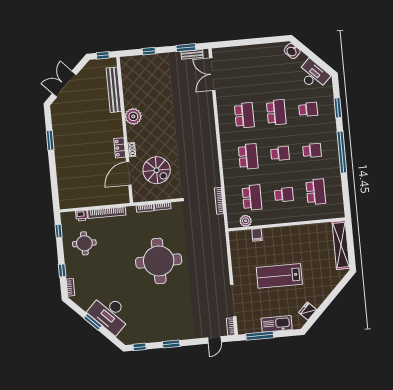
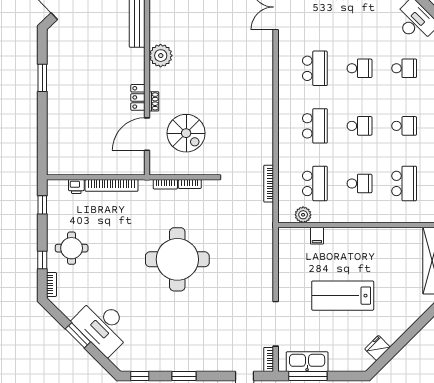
school desk: (276, 112) -> (359, 68), width x0.54
round table: (84, 243) -> (72, 248), moved
kitchen sink: (277, 324) -> (307, 362), moved

